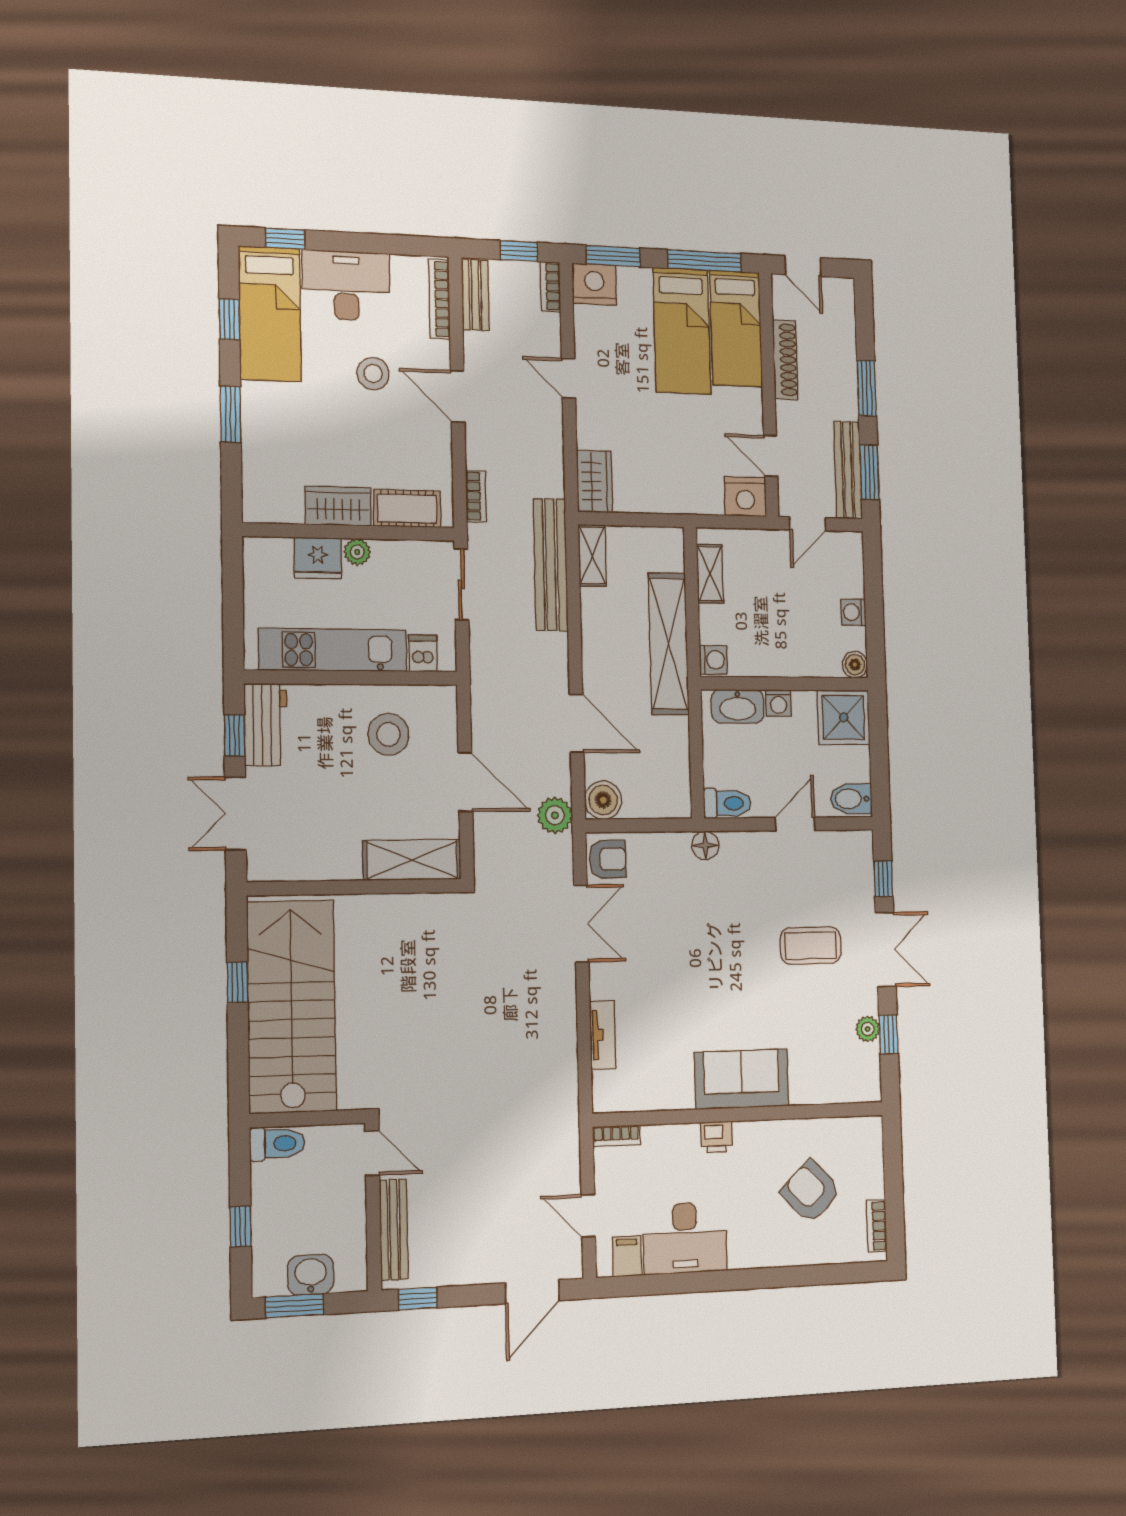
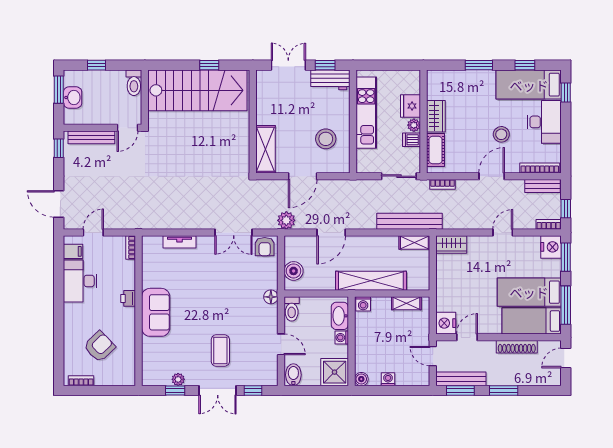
dishwasher: (423, 653) -> (411, 140), moved, turned 180
boiler: (603, 800) -> (294, 271), moved

